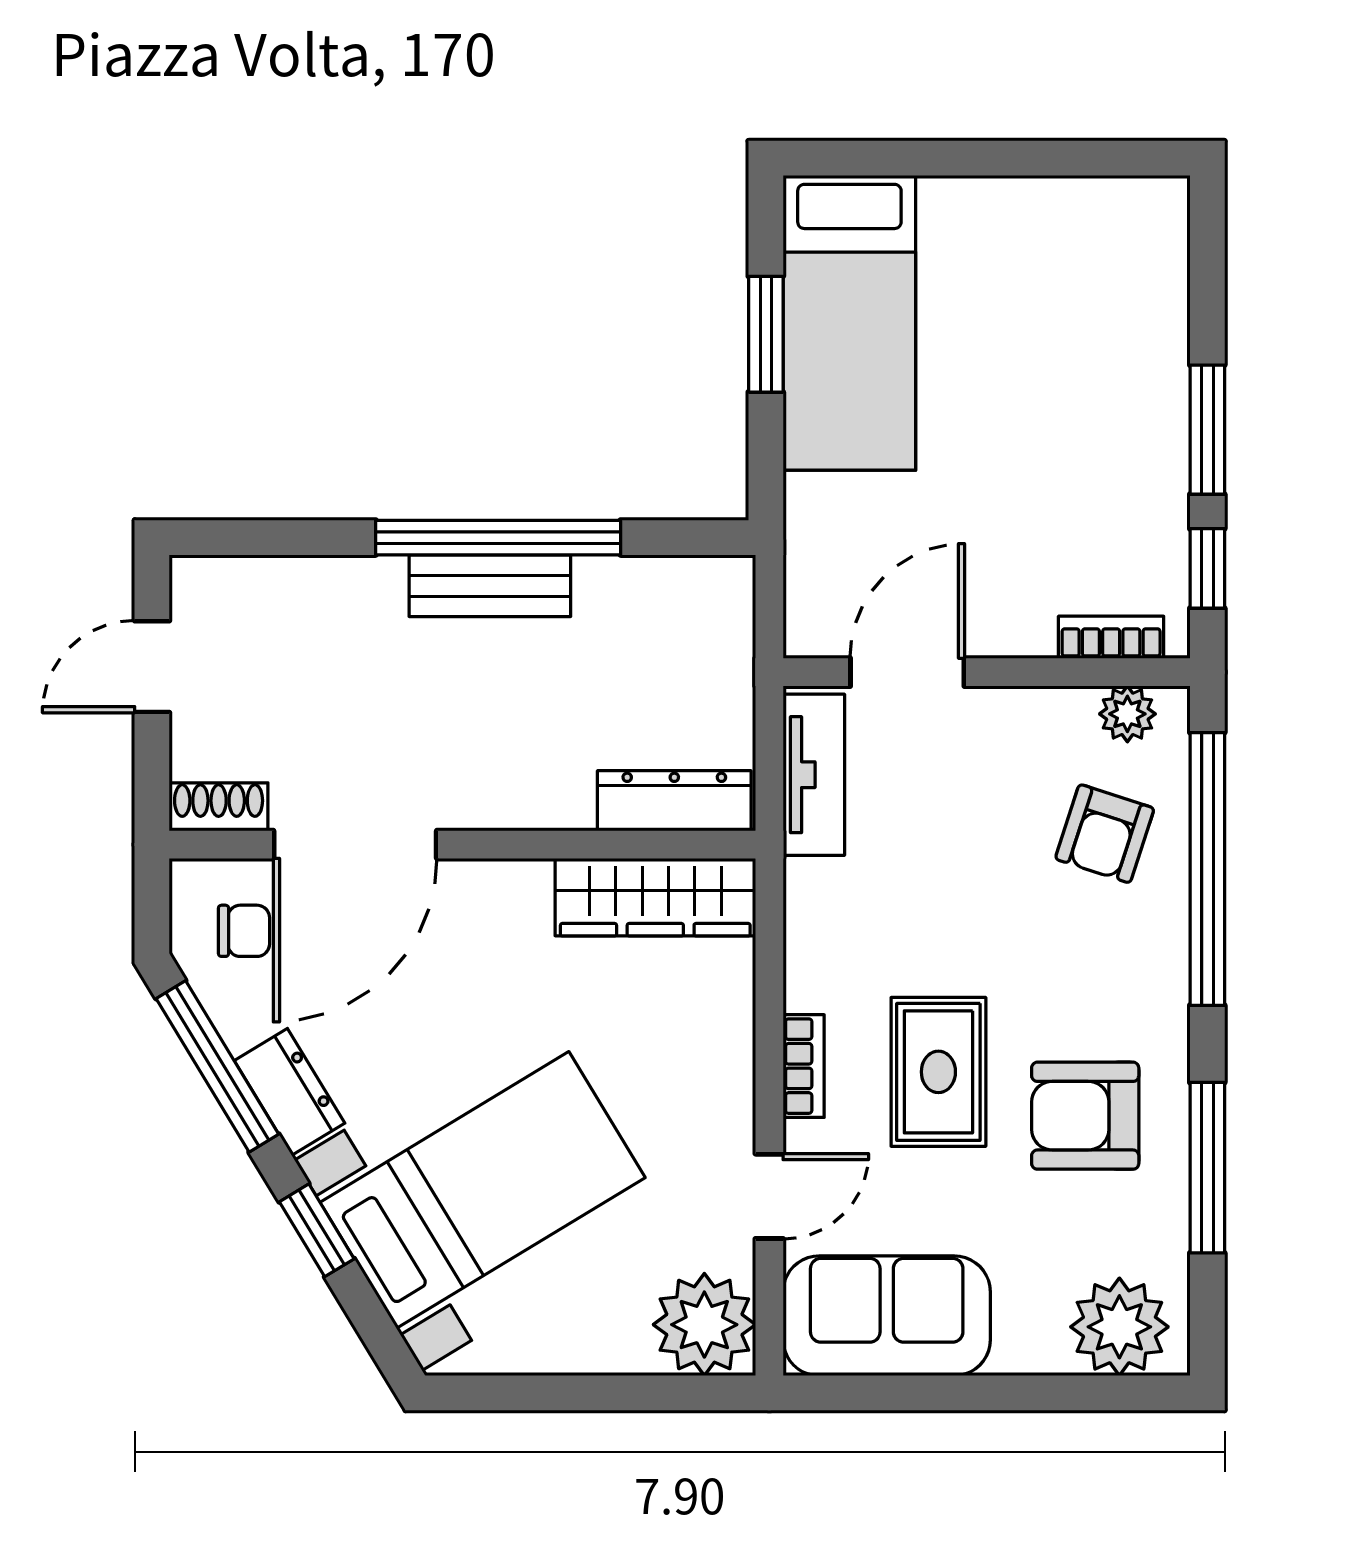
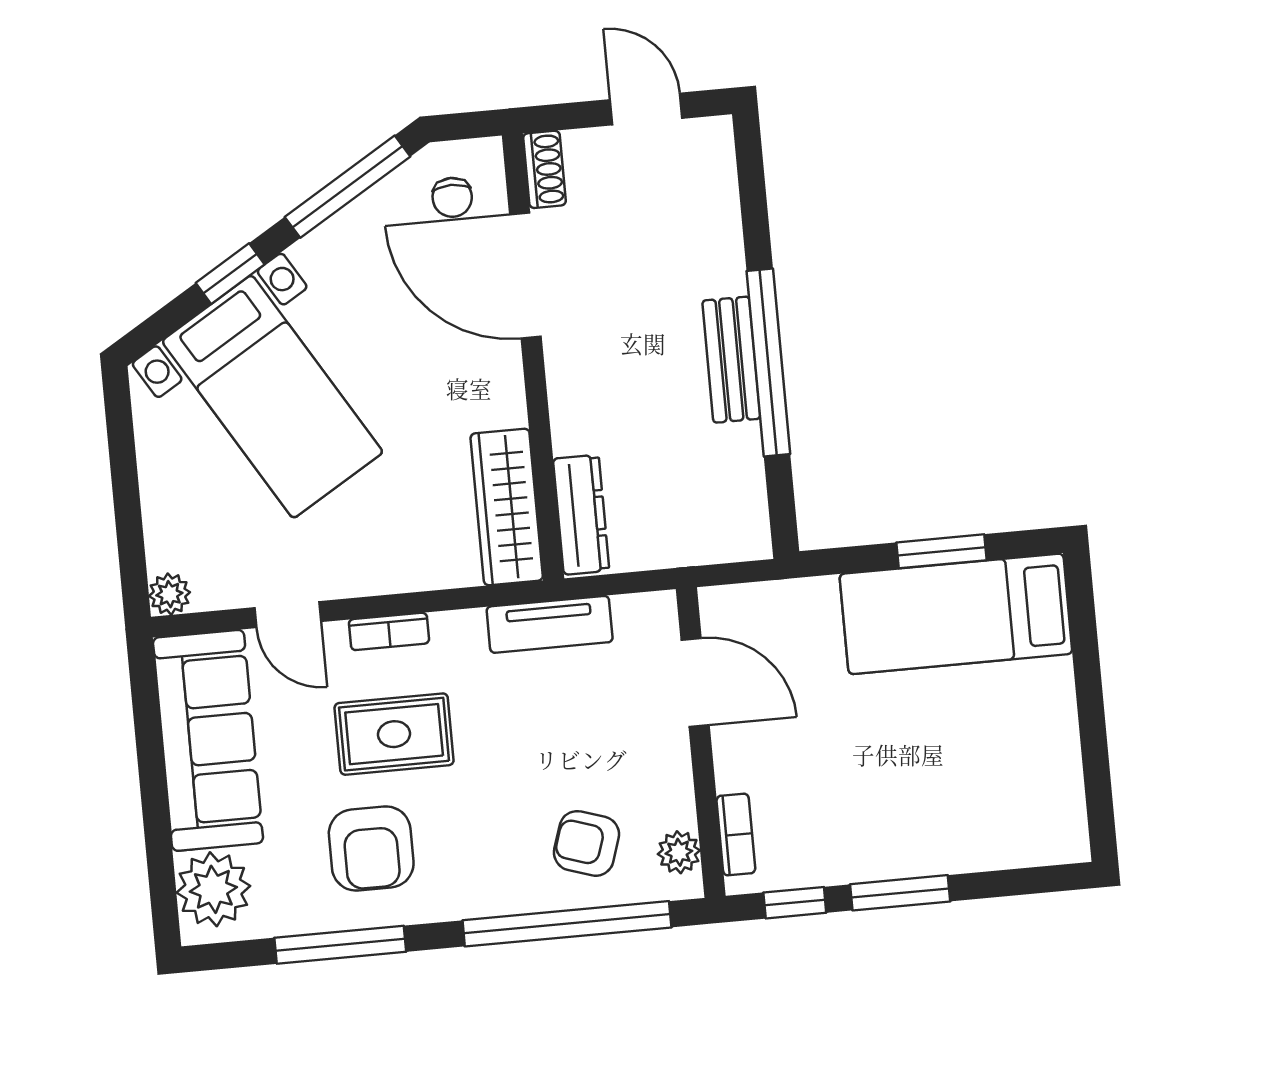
tv unit: (814, 775) -> (550, 624), moved
dresser: (290, 1092) -> (333, 243), removed
armchair: (1085, 1116) -> (371, 849), turned 180
sofa: (887, 1316) -> (208, 740), width x1.36
plant: (704, 1325) -> (169, 594), width x0.53, depth x0.53

